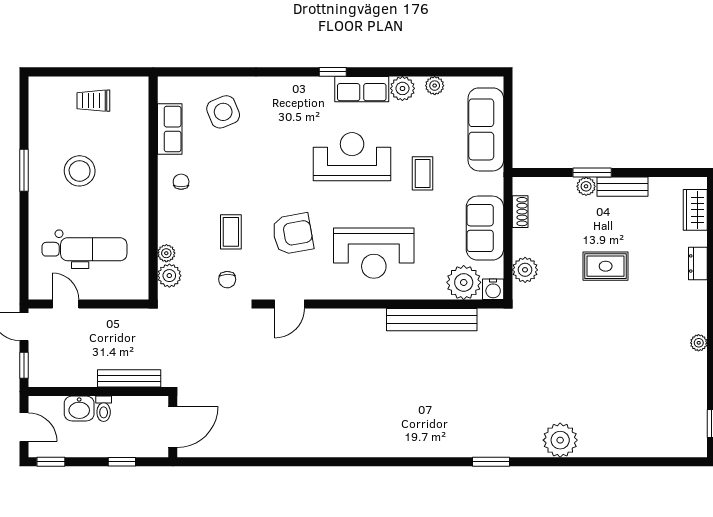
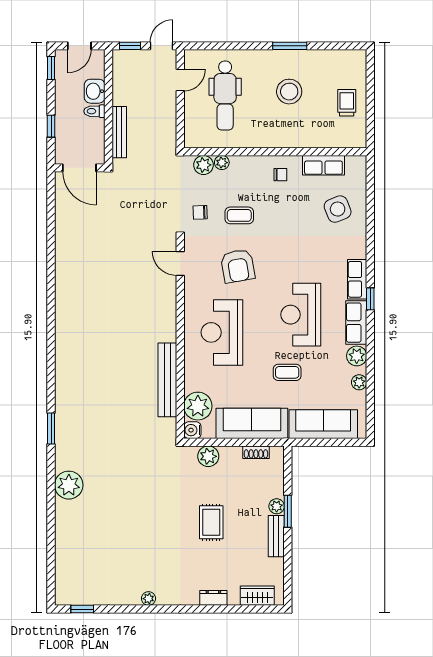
row of seats: (309, 88) -> (357, 279), added
reception desk: (352, 157) -> (301, 315), turned 180
sofa: (485, 228) -> (252, 423), width x1.36

